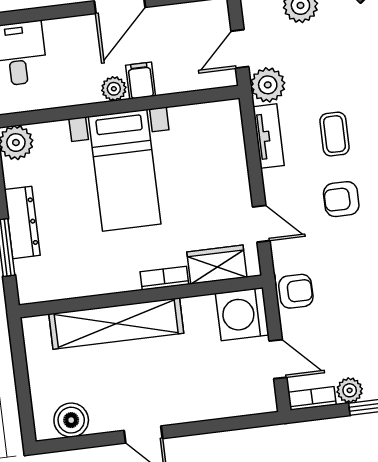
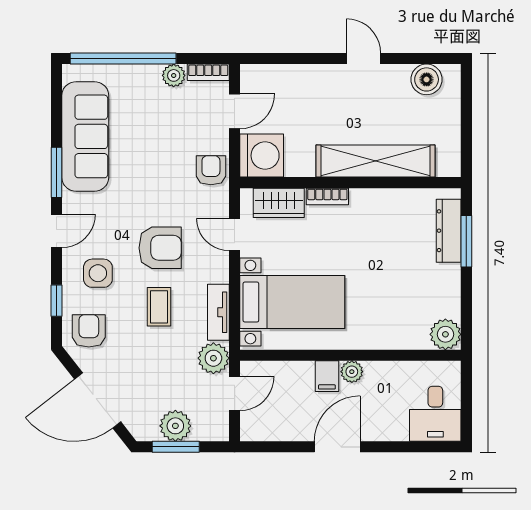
bed with nightstands: (125, 170) -> (292, 302), moved, turned 90
armchair: (341, 199) -> (160, 248), width x1.38, depth x1.38
dresser: (22, 222) -> (449, 231), moved
armchair: (296, 291) -> (211, 170), turned 90
door: (278, 359) -> (235, 111), swing flipped

